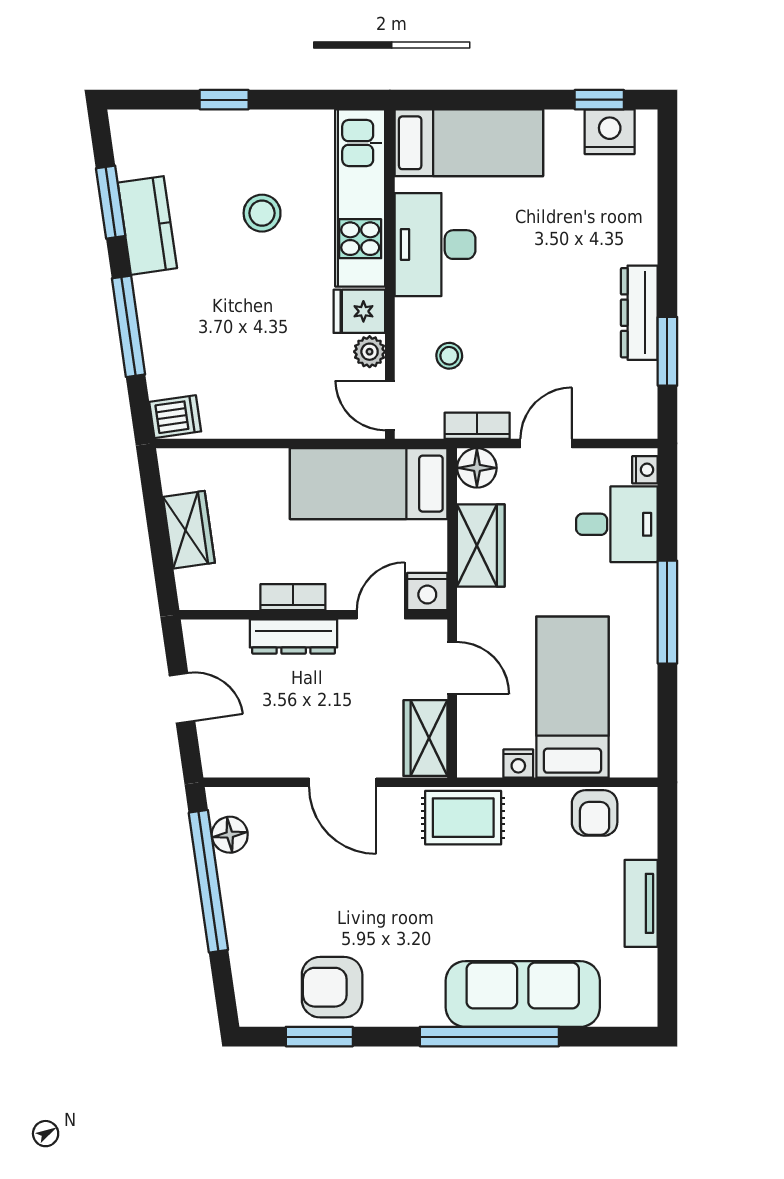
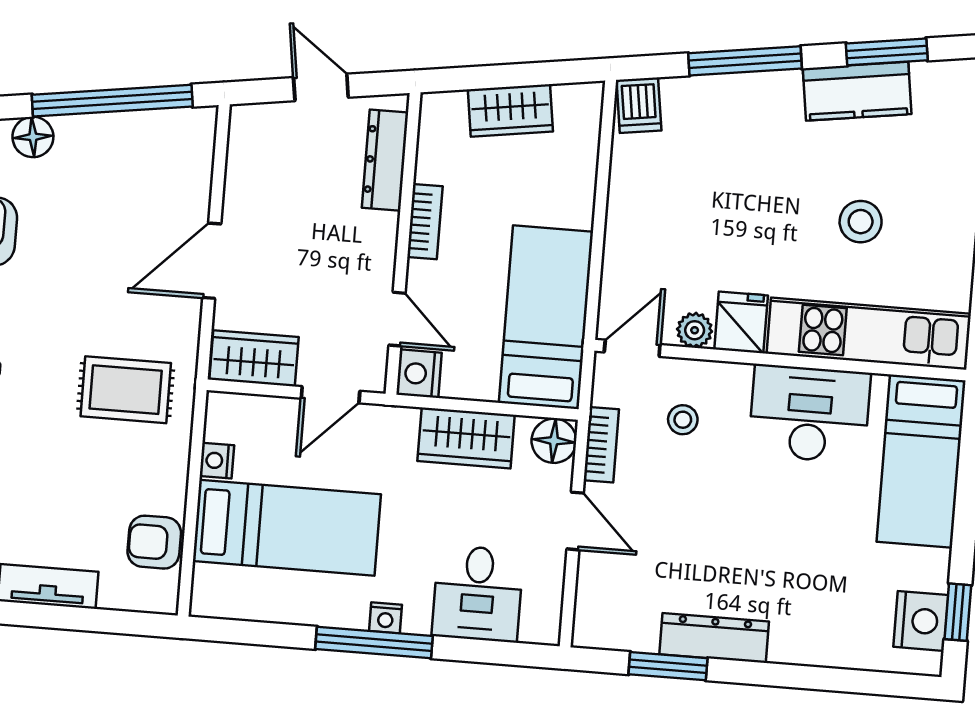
nightstand: (645, 470) -> (385, 618), moved
dresser: (294, 637) -> (385, 160), moved
door: (182, 698) -> (321, 87), swing flipped
rug: (463, 818) -> (126, 390), moved, turned 90
floor lamp: (230, 835) -> (33, 137), moved

